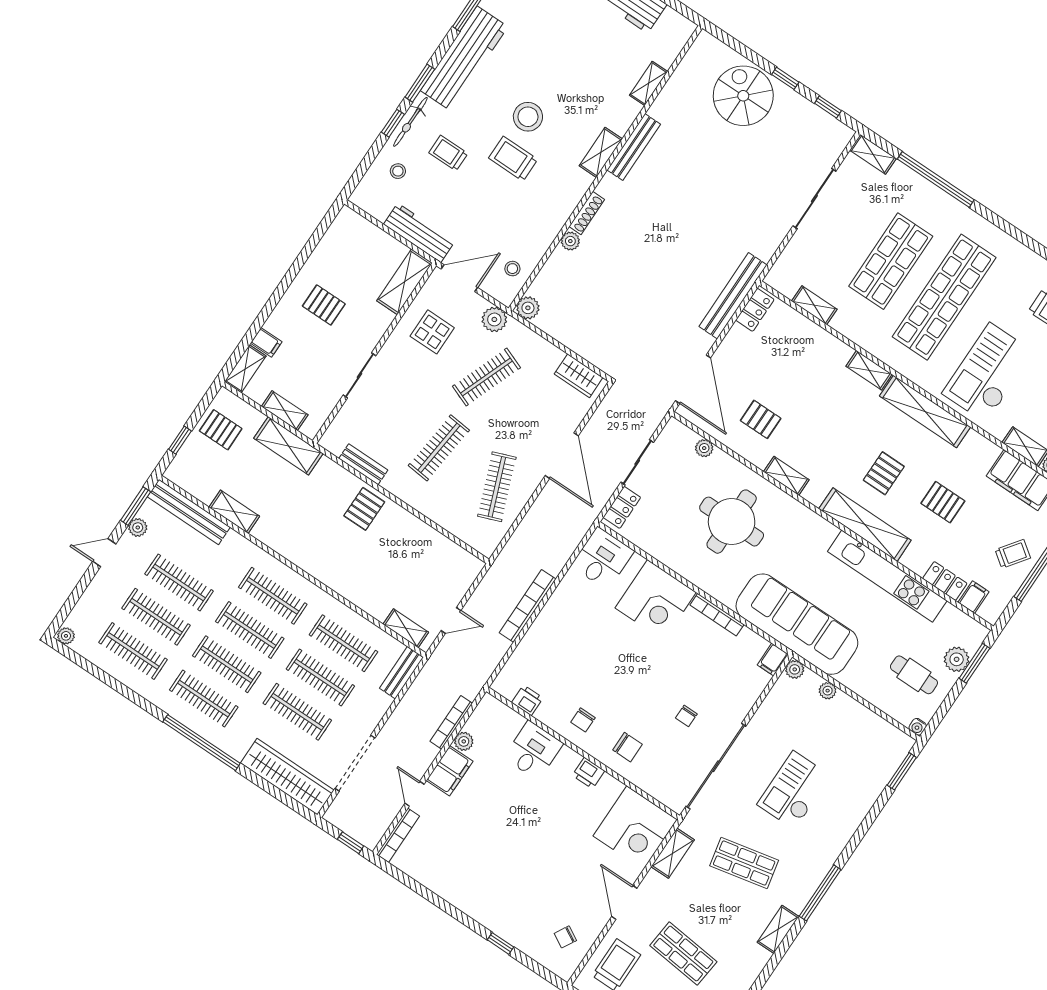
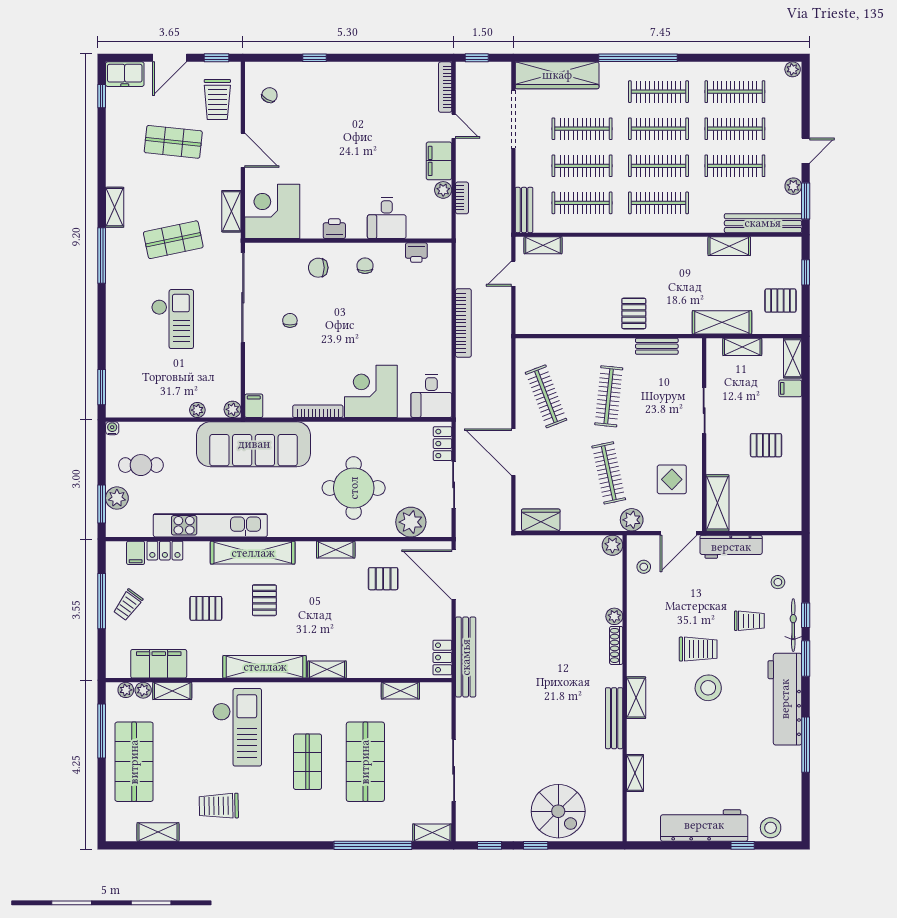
shop shelf: (944, 297) -> (308, 762), width x0.50, depth x0.74
clothes rail: (486, 377) -> (609, 473), turned -33
plant: (704, 448) -> (411, 522), width x1.88, depth x1.88
bookcase: (451, 722) -> (462, 198), width x0.64

